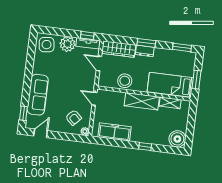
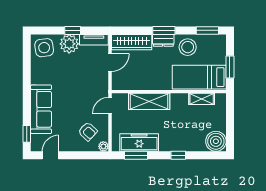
window: (87, 35) -> (73, 30), moved
door: (99, 64) -> (110, 62), swing flipped
stool: (125, 81) -> (188, 47), moved
door: (94, 99) -> (110, 105), hinge flipped
shelving: (142, 101) -> (149, 101), moved
window: (111, 142) -> (136, 155), added

